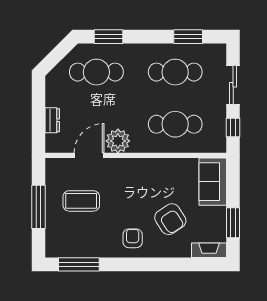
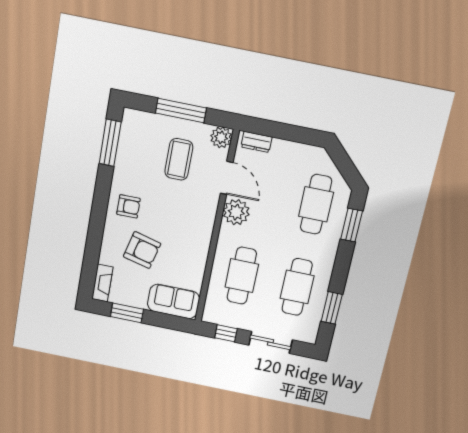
dresser: (52, 120) -> (256, 142), moved
plant: (55, 167) -> (221, 137), added
armchair: (170, 219) -> (142, 250), turned -133

